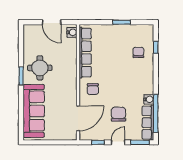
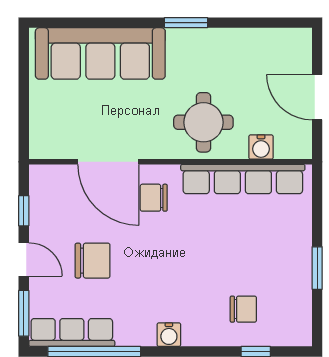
door: (52, 22) -> (317, 97), hinge flipped
water cooler: (72, 32) -> (261, 147), moved
round table: (40, 68) -> (203, 122), moved
water cooler: (149, 99) -> (169, 335), moved
door: (78, 118) -> (108, 162), moved

